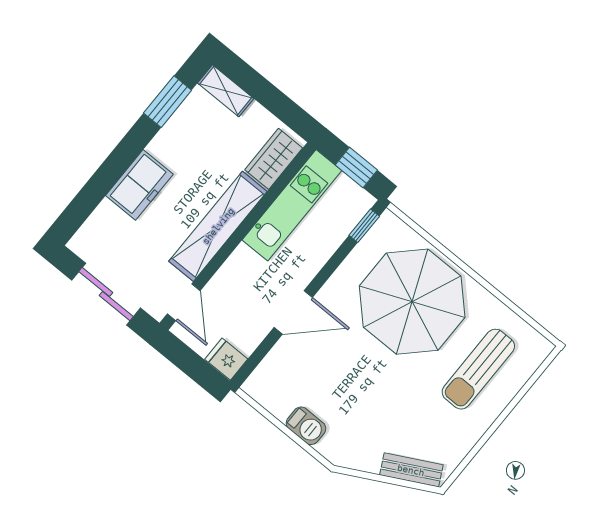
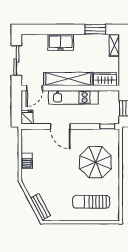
kitchen unit: (292, 205) -> (73, 97), moved
parasol: (412, 302) -> (95, 162), width x0.73, depth x0.73

